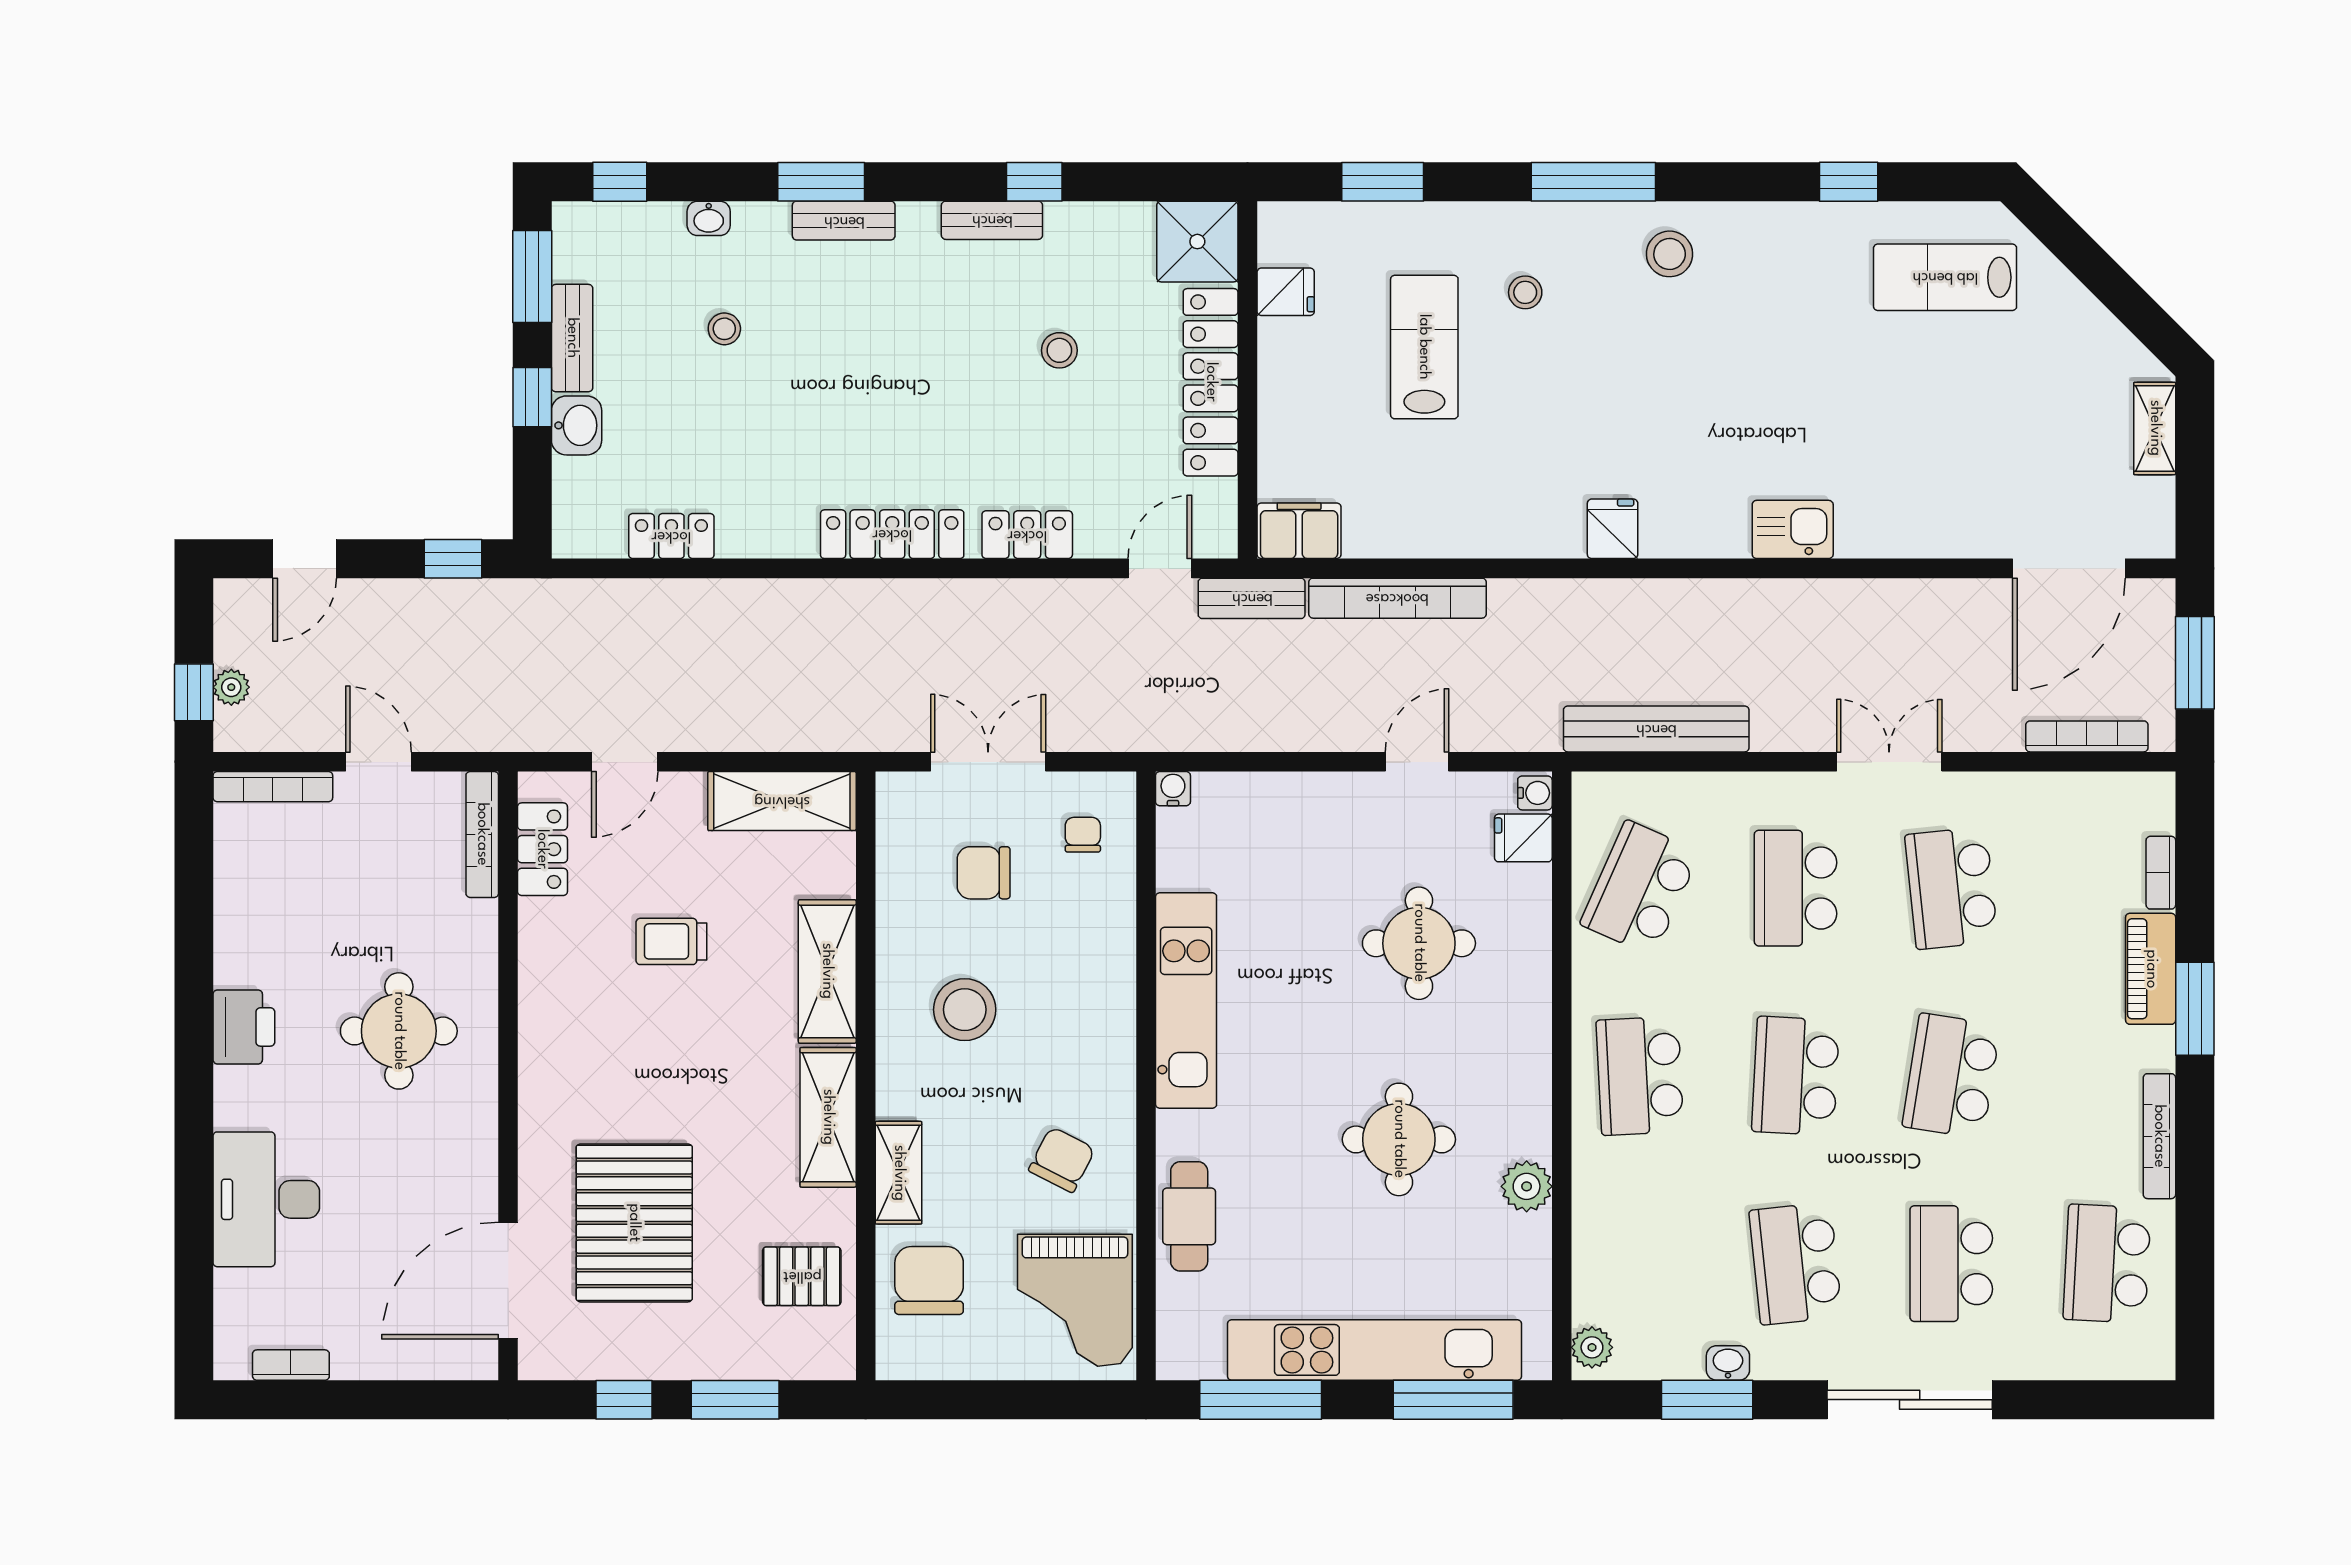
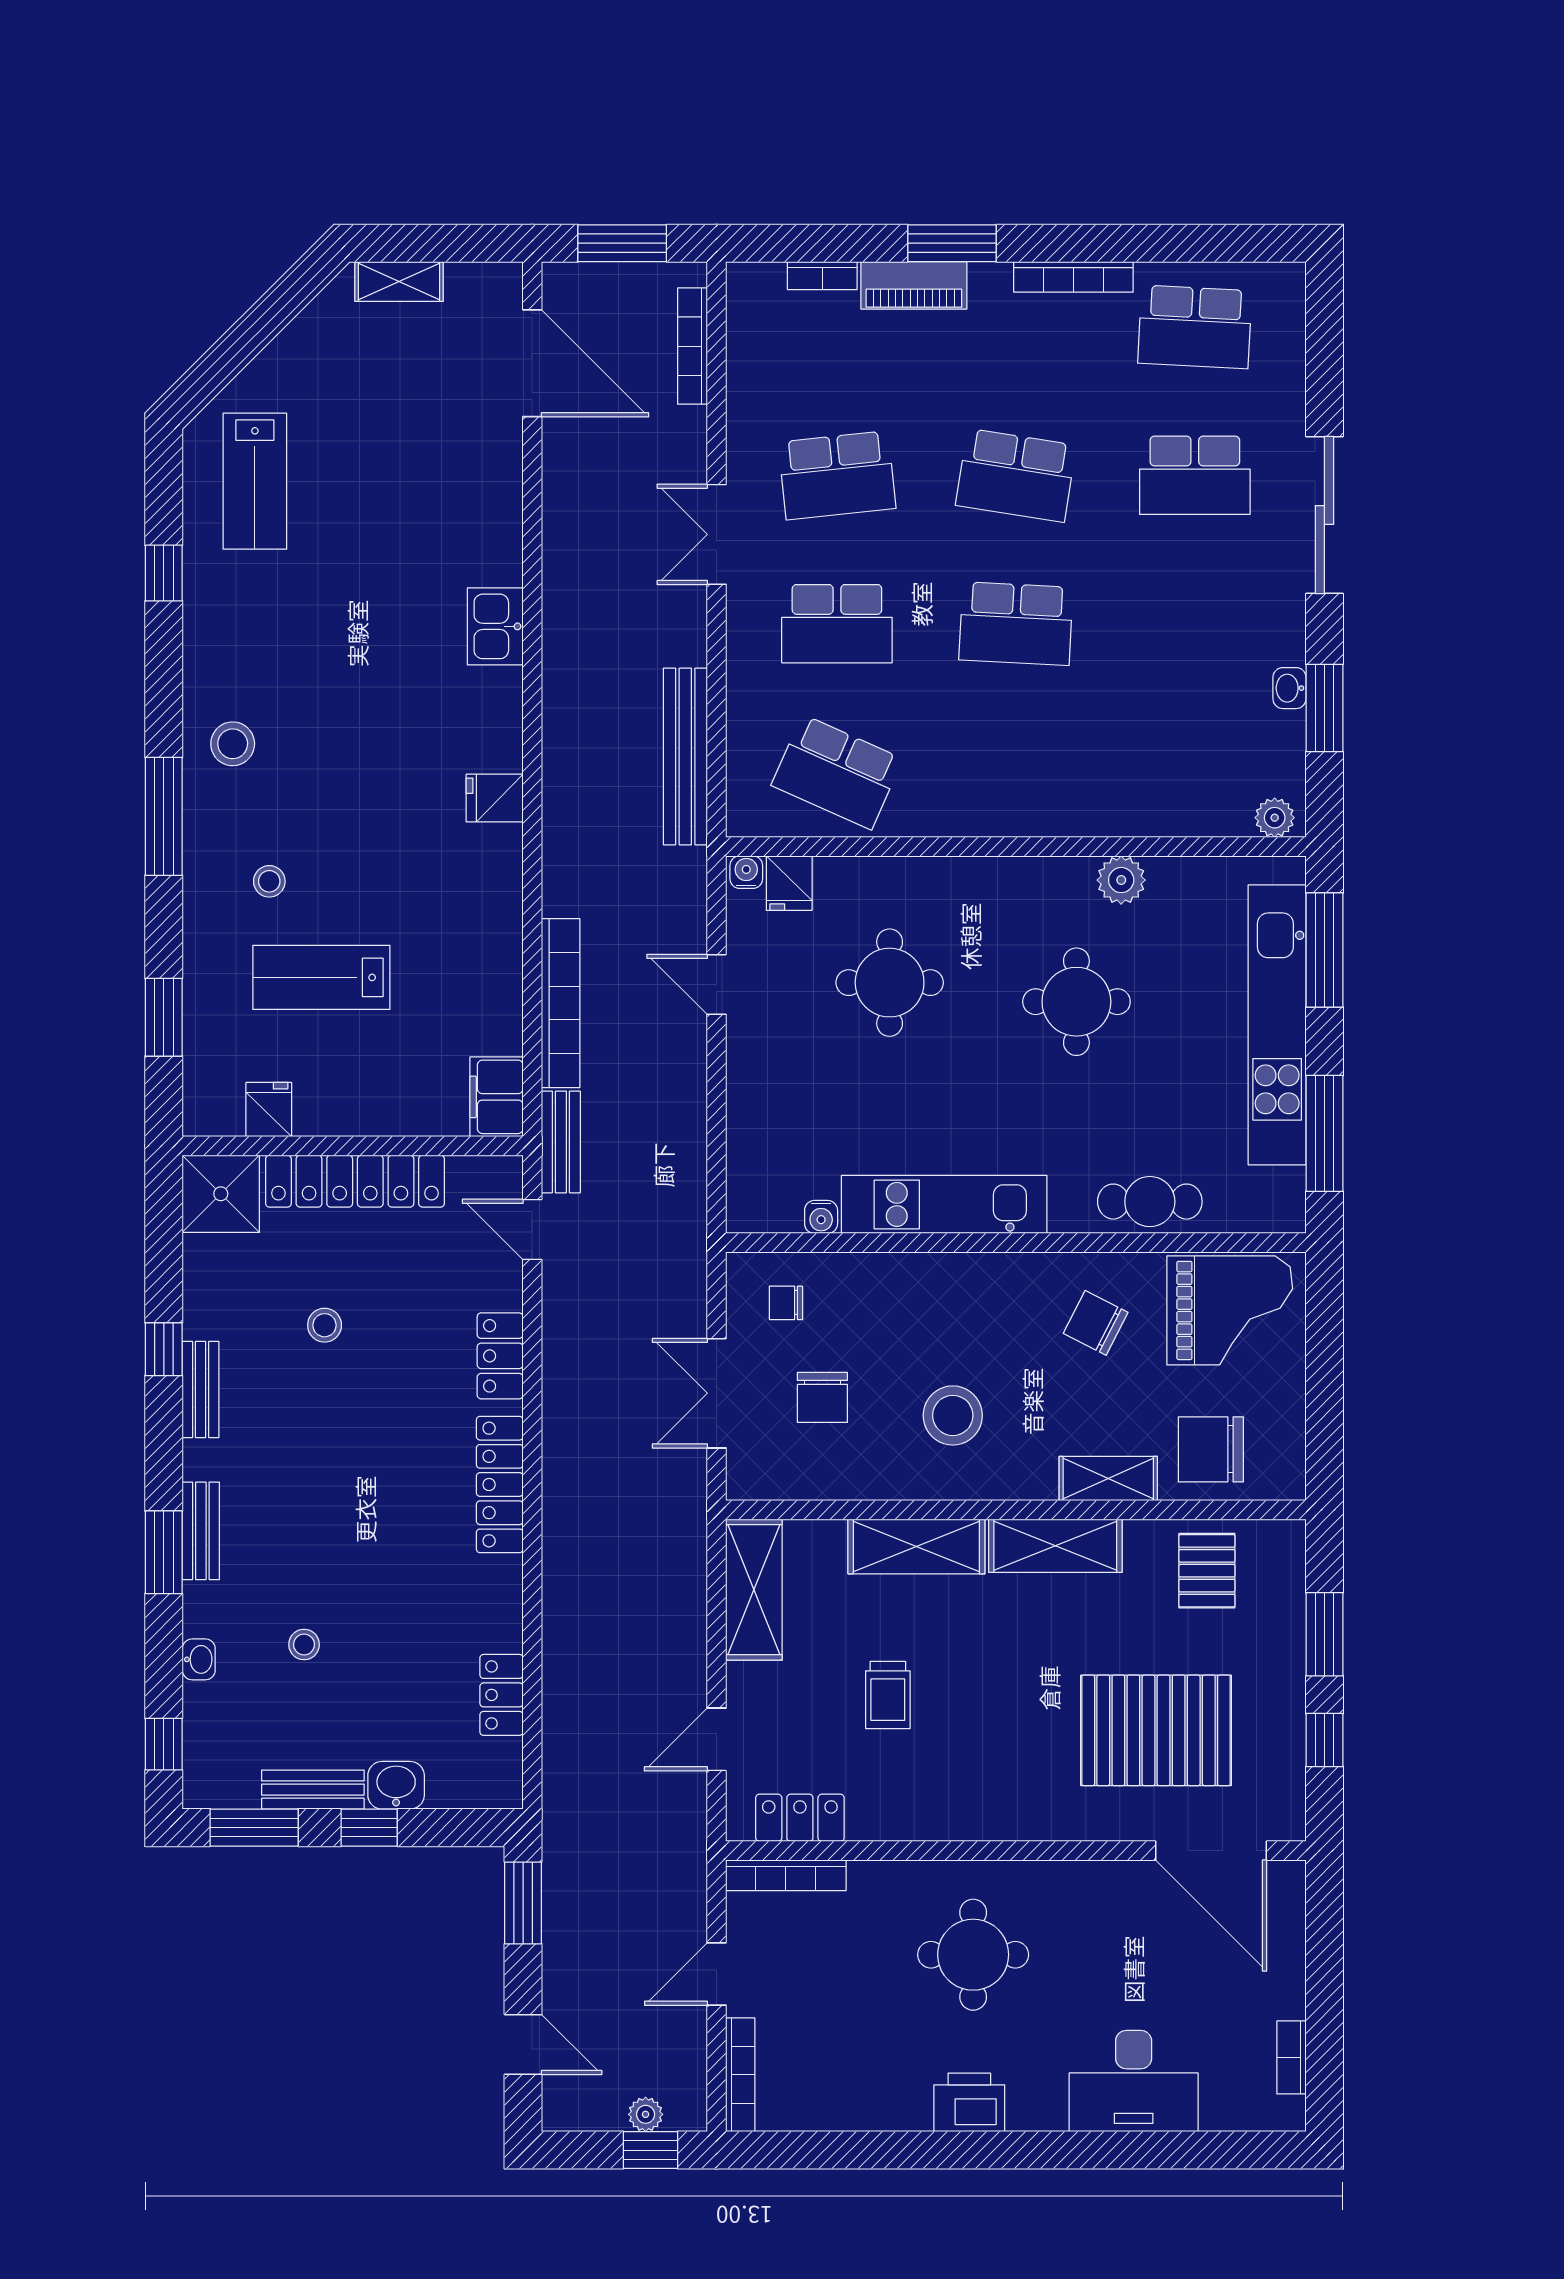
window: (453, 559) -> (523, 1903), width x1.50
door: (625, 762) -> (717, 1739), swing flipped
water cooler: (1173, 789) -> (821, 1217), moved, turned -90
school desk: (1640, 1076) -> (1016, 772), removed
school desk: (1796, 1264) -> (1195, 624), removed

